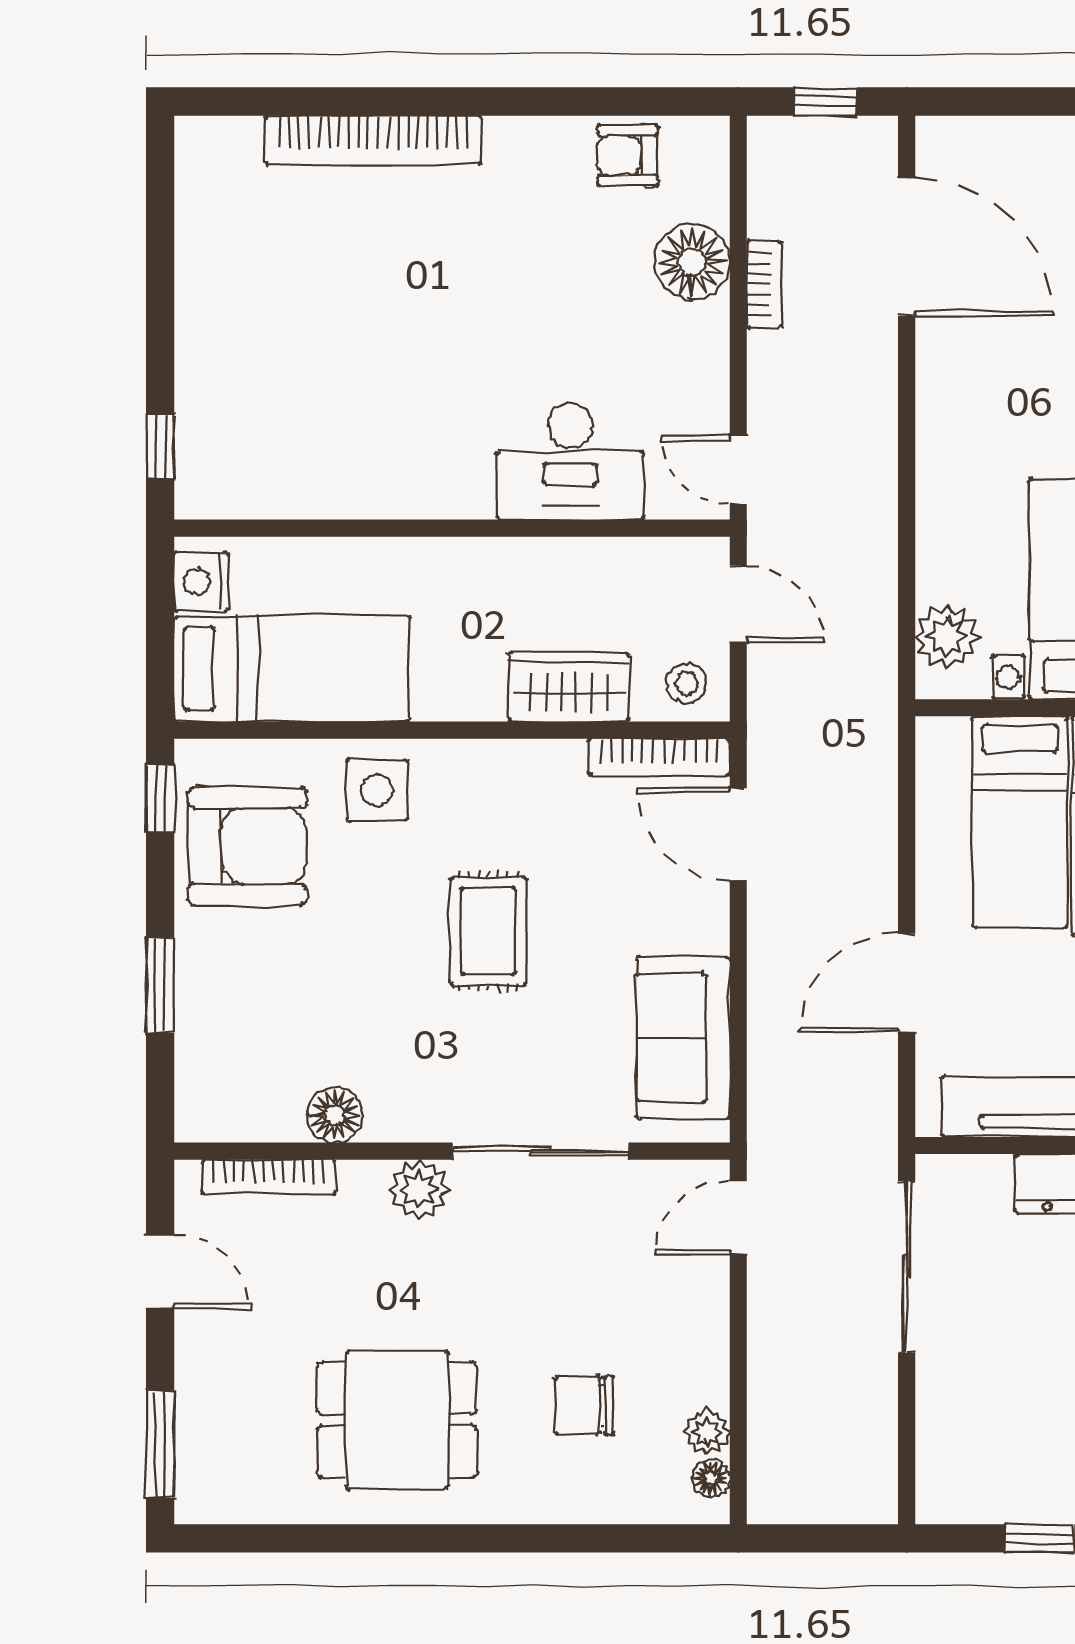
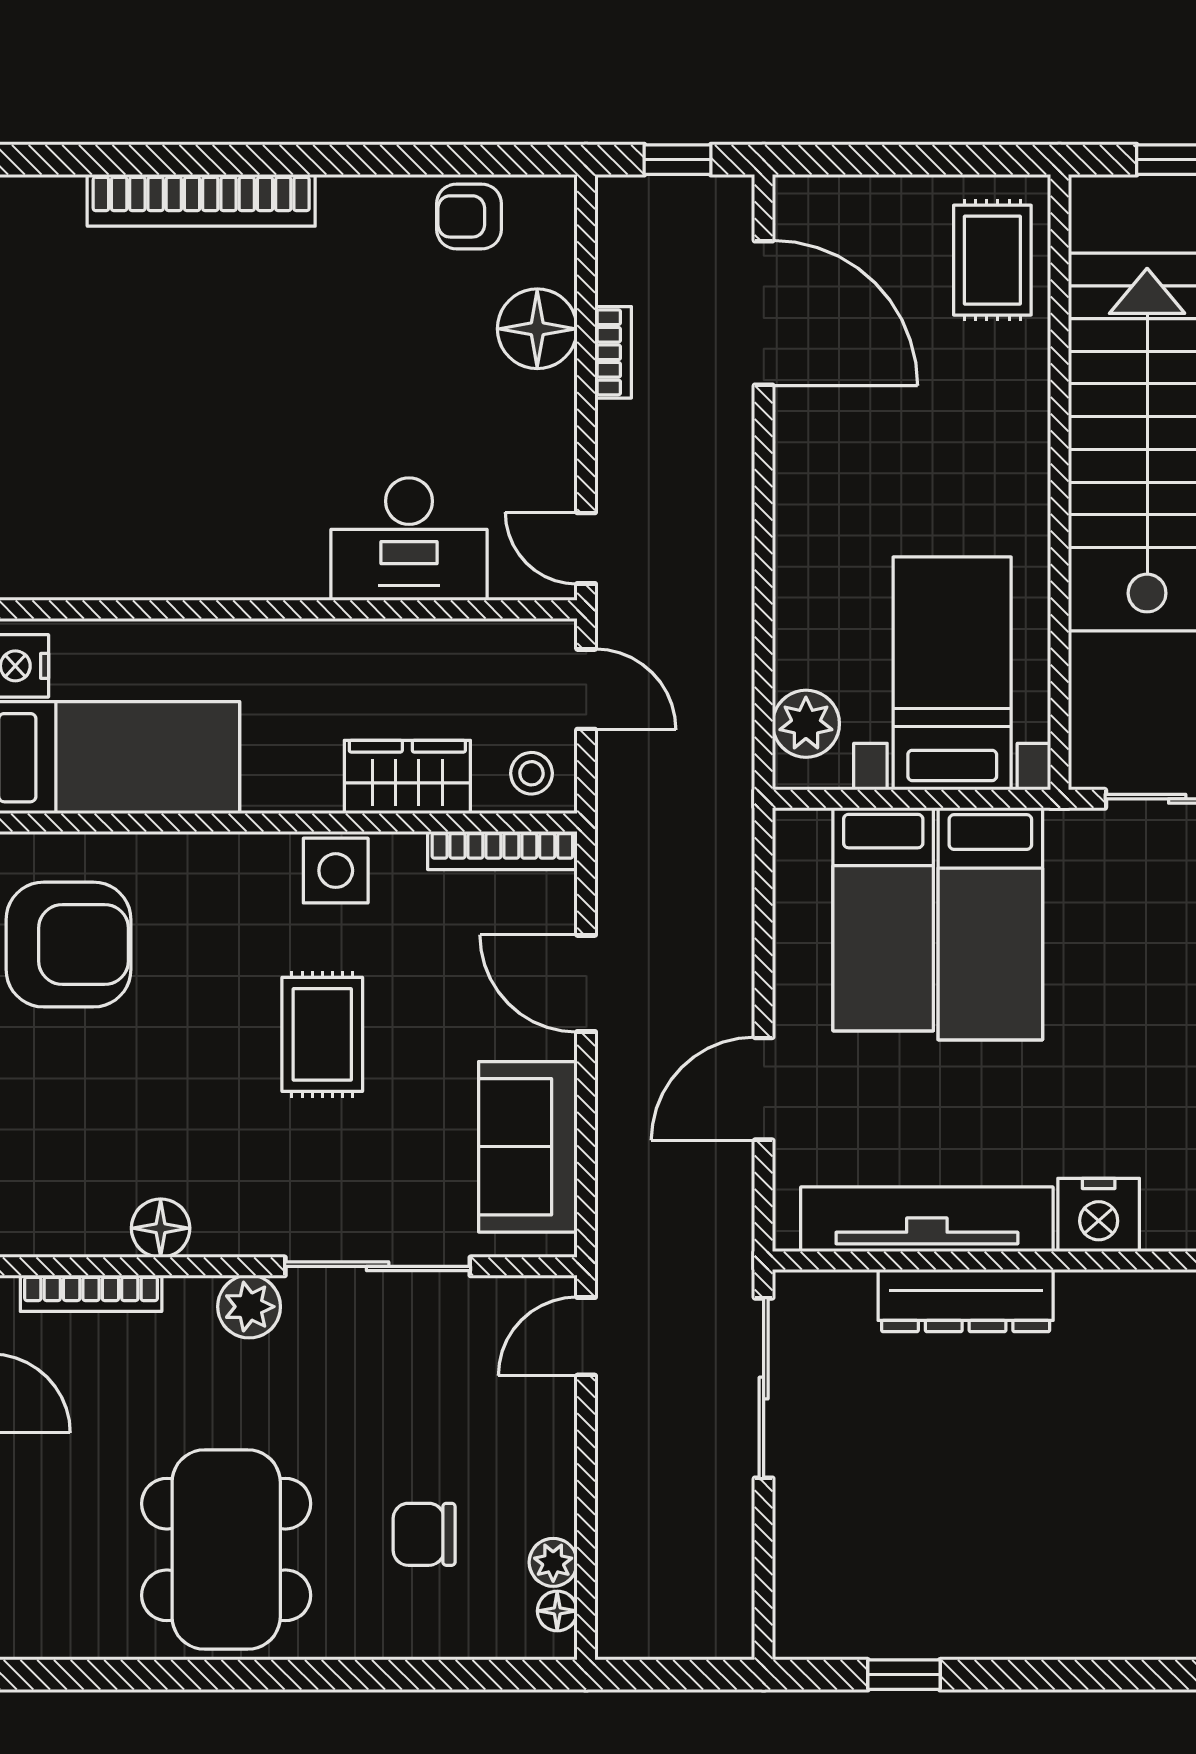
side table: (377, 790) -> (336, 871), moved
door: (738, 834) -> (586, 983), moved
dining table: (397, 1420) -> (226, 1549), width x1.37

